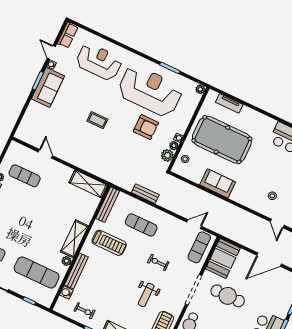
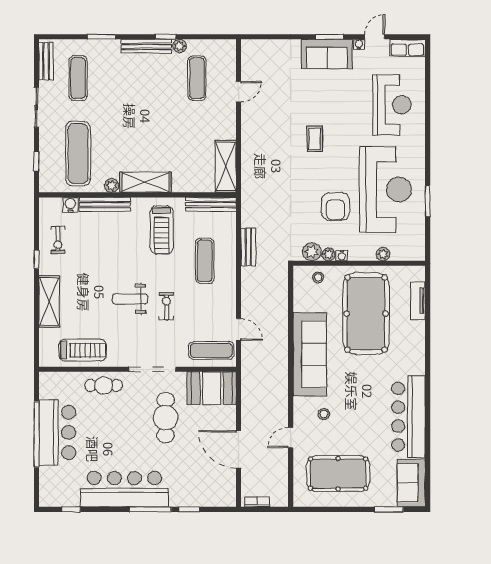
plant: (200, 89) -> (383, 254), moved
sofa: (218, 183) -> (310, 354), width x1.85, depth x1.27
weight bench: (146, 295) -> (130, 299), moved

